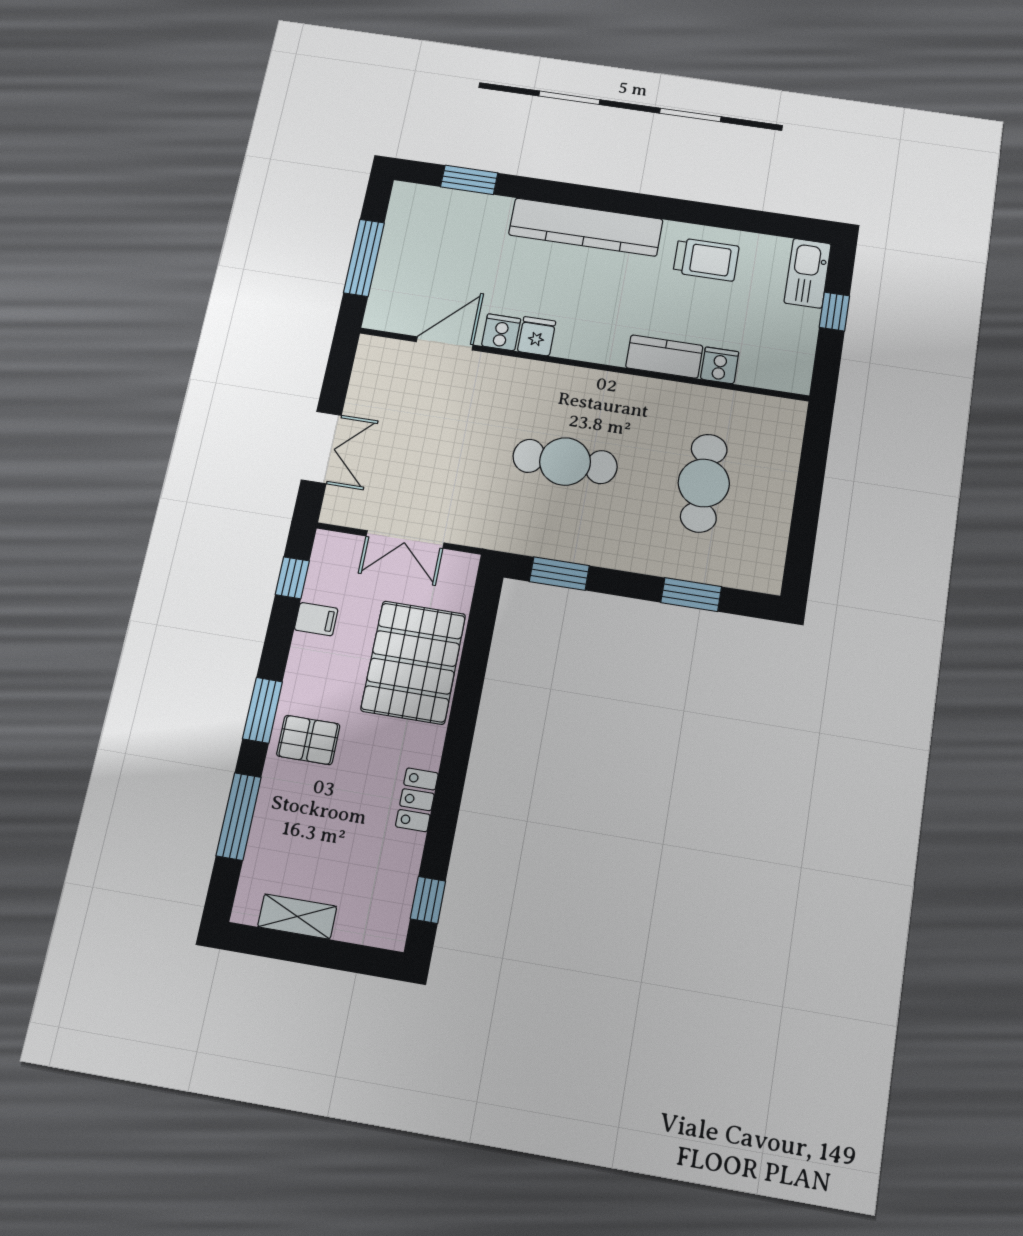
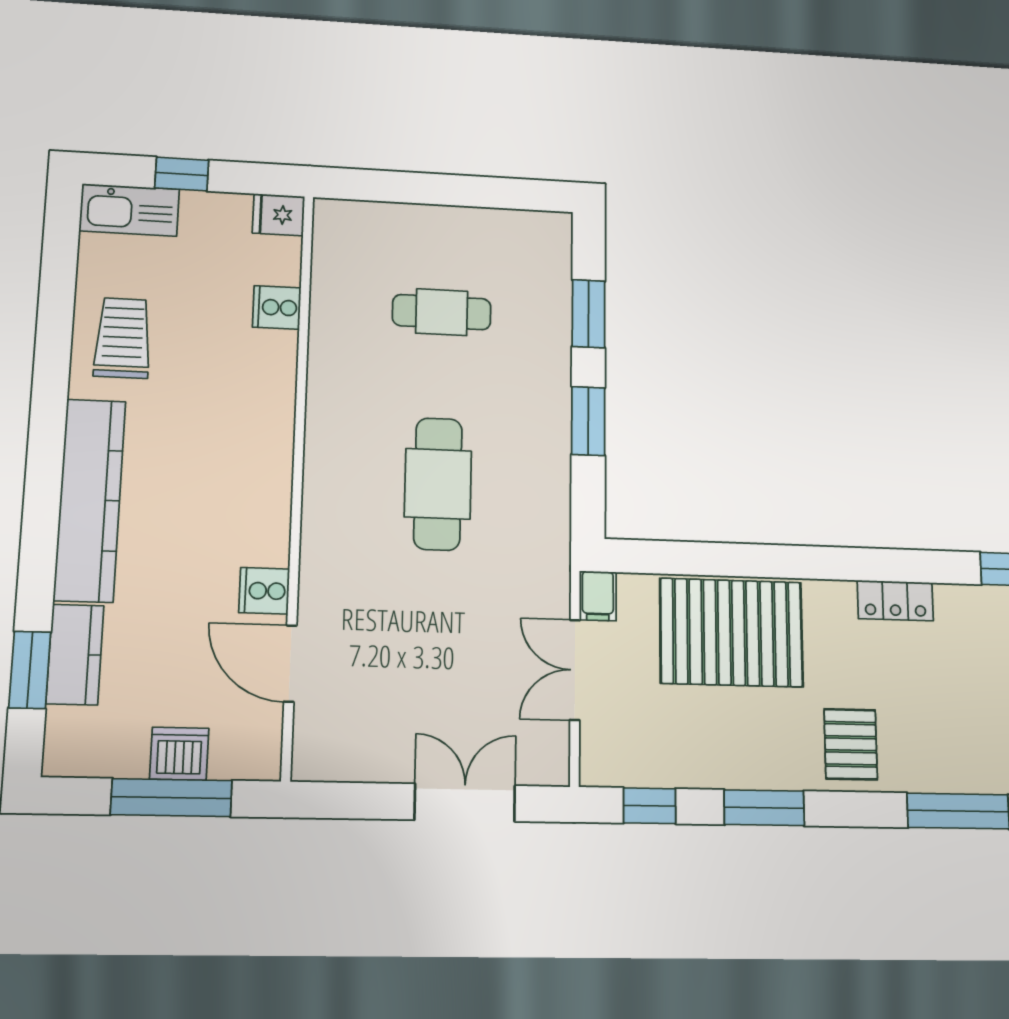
dishwasher: (394, 266) -> (179, 754), added
fridge: (537, 336) -> (279, 215), moved
kitchen counter: (664, 357) -> (75, 654), moved, turned 180
cafe table: (704, 483) -> (442, 312), width x0.73, depth x0.74
double door: (405, 539) -> (575, 670), swing flipped
window: (559, 574) -> (588, 421), moved
filing cabinet: (316, 619) -> (598, 596), moved, turned 180
window: (262, 710) -> (764, 808), moved

